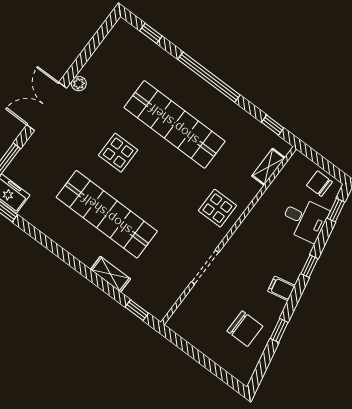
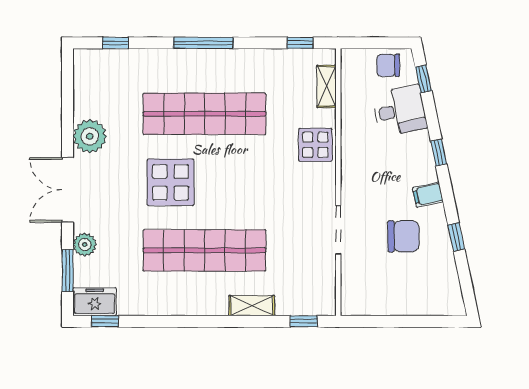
window: (209, 77) -> (203, 43), width x0.68
plant: (79, 84) -> (90, 136), width x1.88, depth x1.88
plant: (31, 151) -> (85, 245), added
display table: (118, 153) -> (171, 182), width x1.36, depth x1.36
display table: (217, 208) -> (315, 145), moved
chair: (245, 329) -> (404, 236), moved

